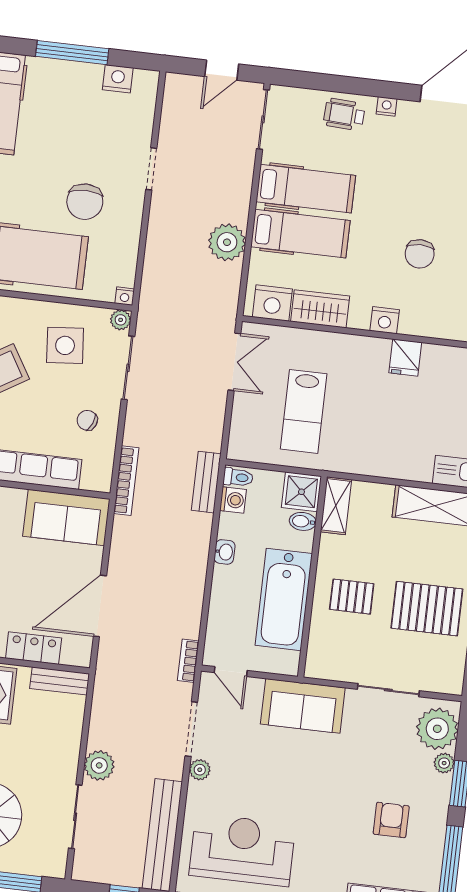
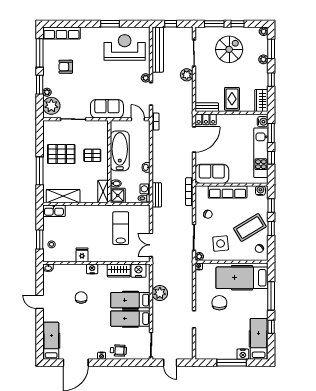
door: (222, 70) -> (170, 363), swing flipped
nightstand: (118, 79) -> (243, 354), moved
locker: (34, 648) -> (206, 119), moved
armchair: (391, 820) -> (66, 67), turned 90
reception desk: (242, 850) -> (125, 47), turned 180

